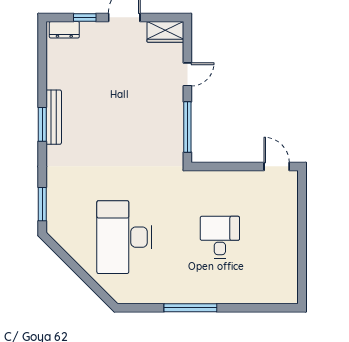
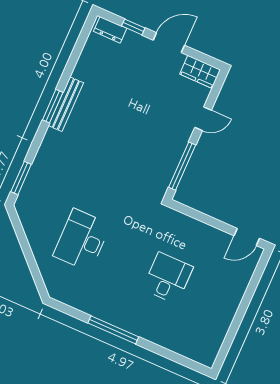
door: (277, 166) -> (247, 237), swing flipped
desk: (124, 237) -> (82, 240), width x0.73, depth x0.77

